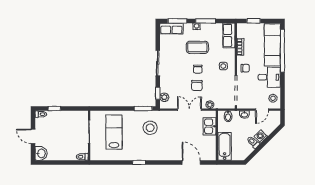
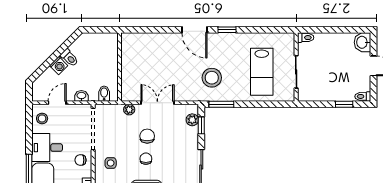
double door: (189, 110) -> (157, 103), swing flipped
kitchen sink: (209, 126) -> (130, 80), removed
bathtub: (225, 146) -> (109, 52), removed
door: (191, 162) -> (194, 30), moved

